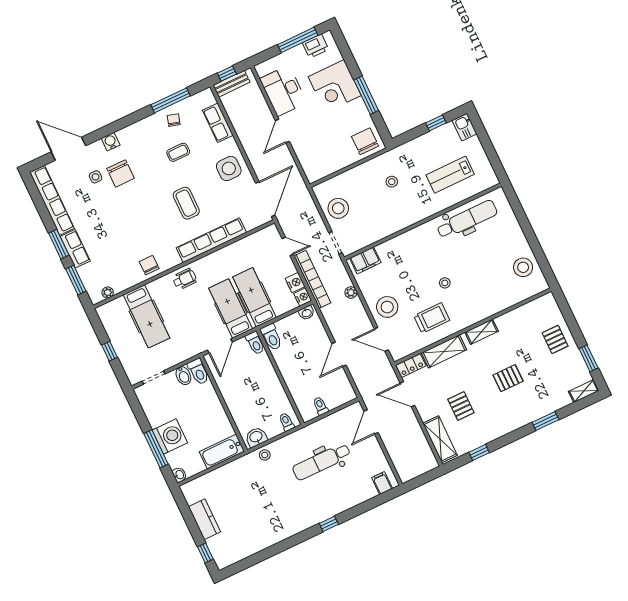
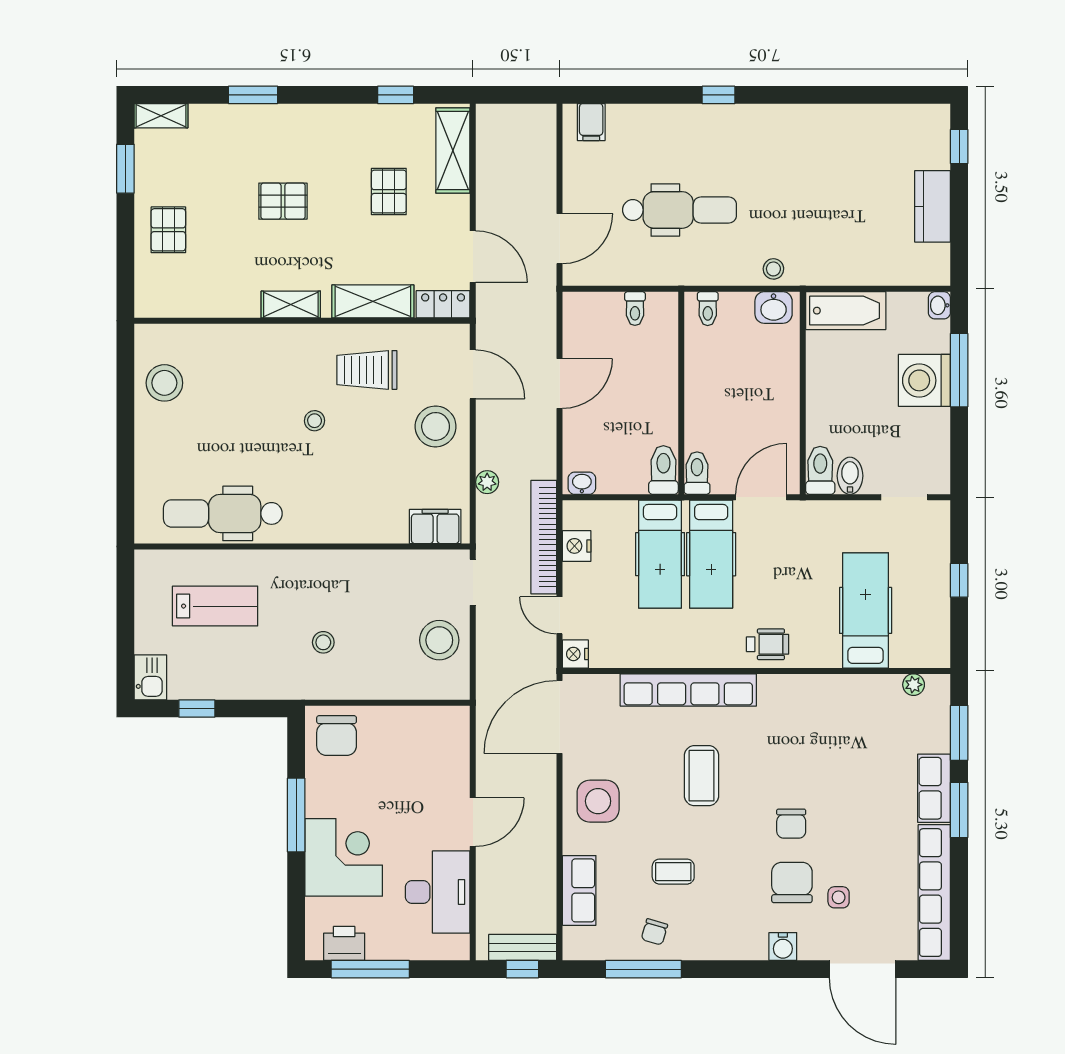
chair: (149, 265) -> (791, 824), moved
wheelchair: (184, 279) -> (768, 644), turned 180
nightstand: (303, 297) -> (575, 654), moved

